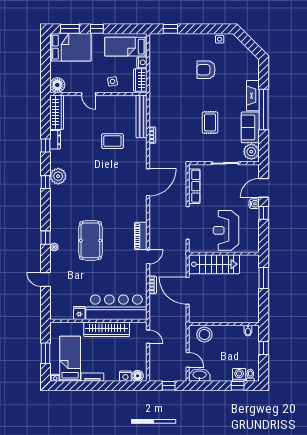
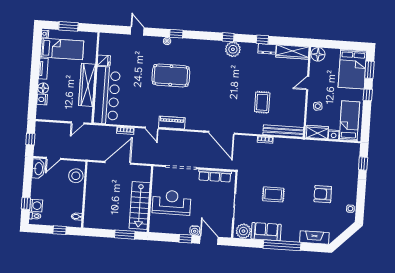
armchair: (206, 70) -> (323, 194), turned -90
fireplace: (253, 96) -> (314, 237), moved
stairs: (214, 264) -> (140, 206), moved
door: (46, 279) -> (137, 31), hinge flipped
floor lamp: (138, 376) -> (43, 88), moved

